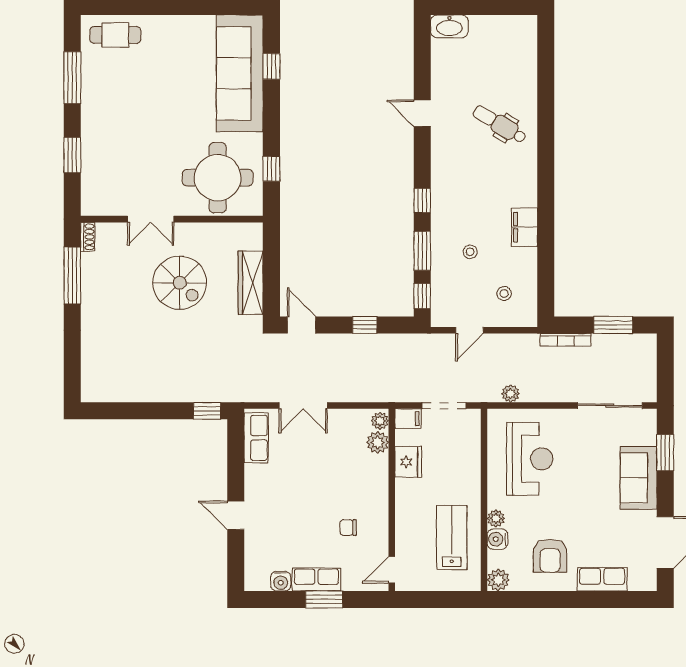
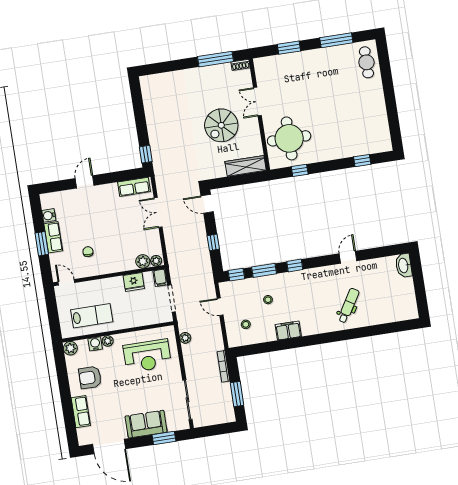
sofa: (240, 73) -> (355, 142), removed
wardrobe: (251, 283) -> (246, 166), moved
door: (302, 325) -> (207, 204), swing flipped

